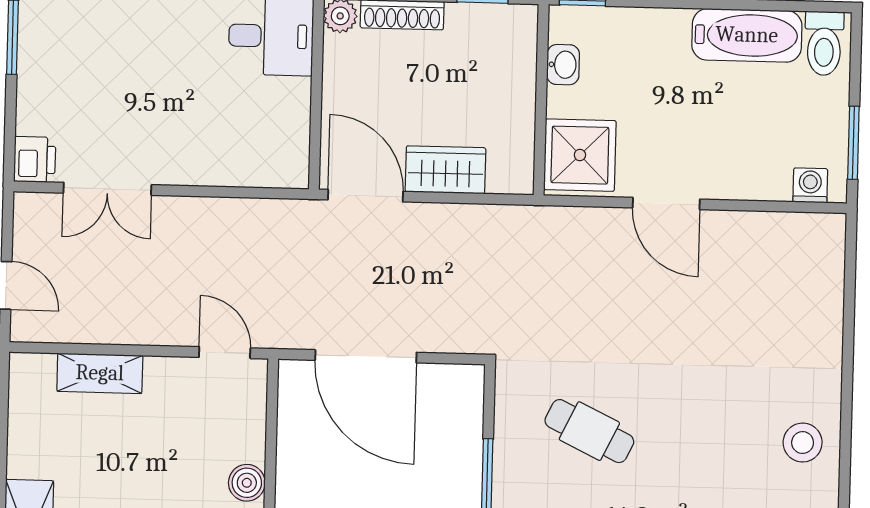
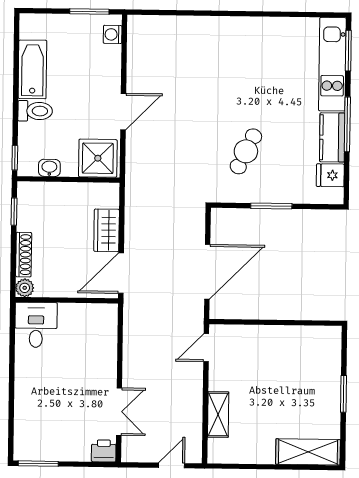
toilet: (824, 43) -> (35, 111), moved
stool: (803, 443) -> (251, 37), removed
boiler: (247, 483) -> (276, 335), removed

